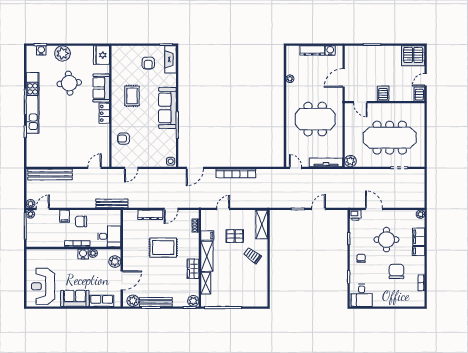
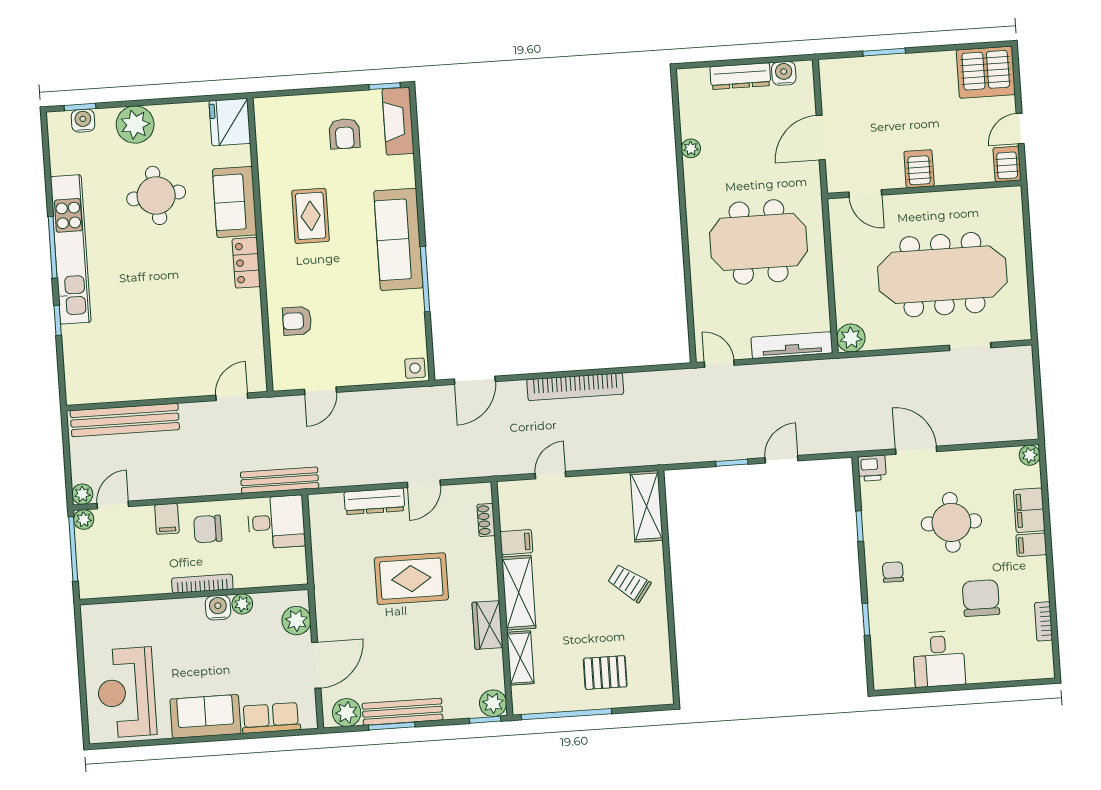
desk: (109, 236) -> (276, 522), moved
pallet: (235, 236) -> (605, 673), moved
desk: (362, 295) -> (939, 659), moved

